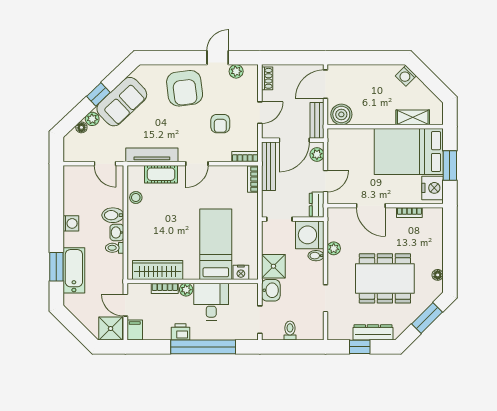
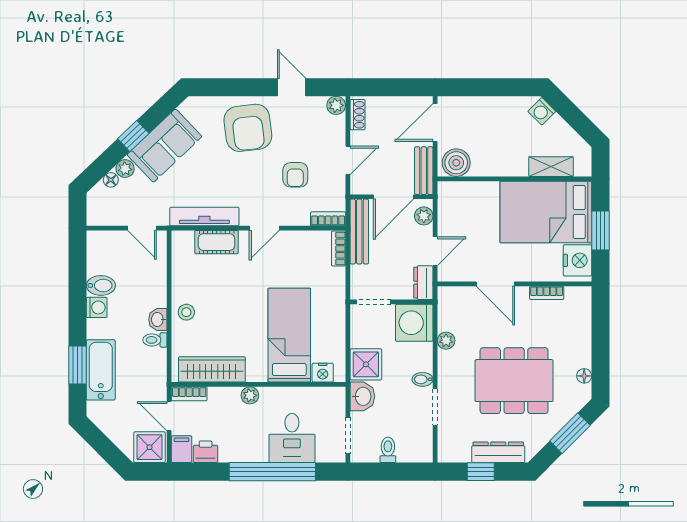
door: (218, 58) -> (292, 87), hinge flipped
plant: (236, 71) -> (336, 105), moved
stool: (136, 197) -> (186, 312), moved
bidet: (113, 215) -> (101, 285), moved, turned 180
bidet: (316, 256) -> (422, 379), moved
bookcase: (165, 288) -> (189, 394), moved
desk: (211, 302) -> (292, 438), moved, turned 180
printer: (180, 332) -> (206, 452), moved

